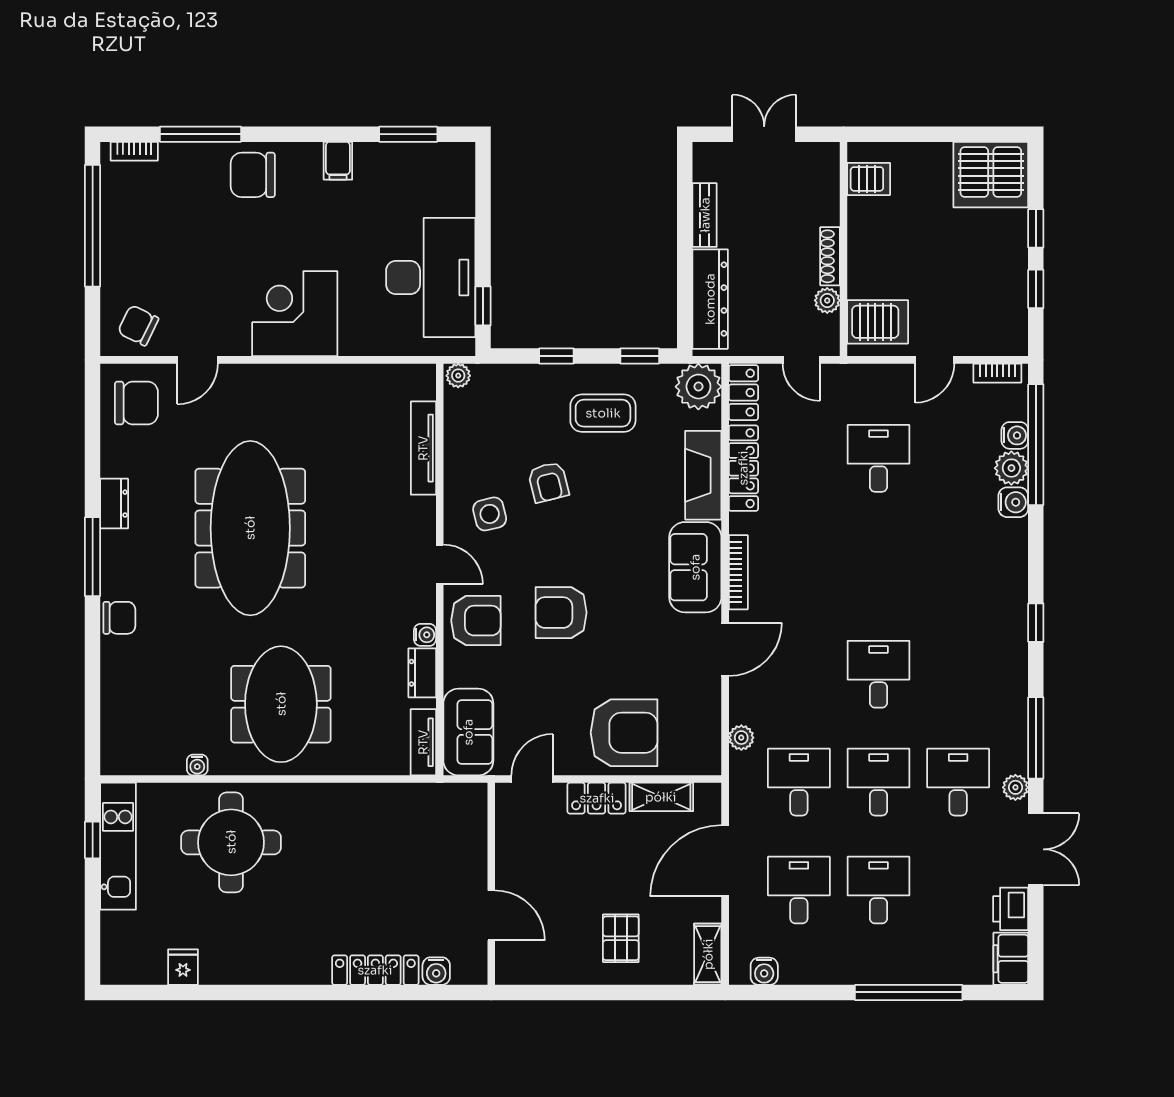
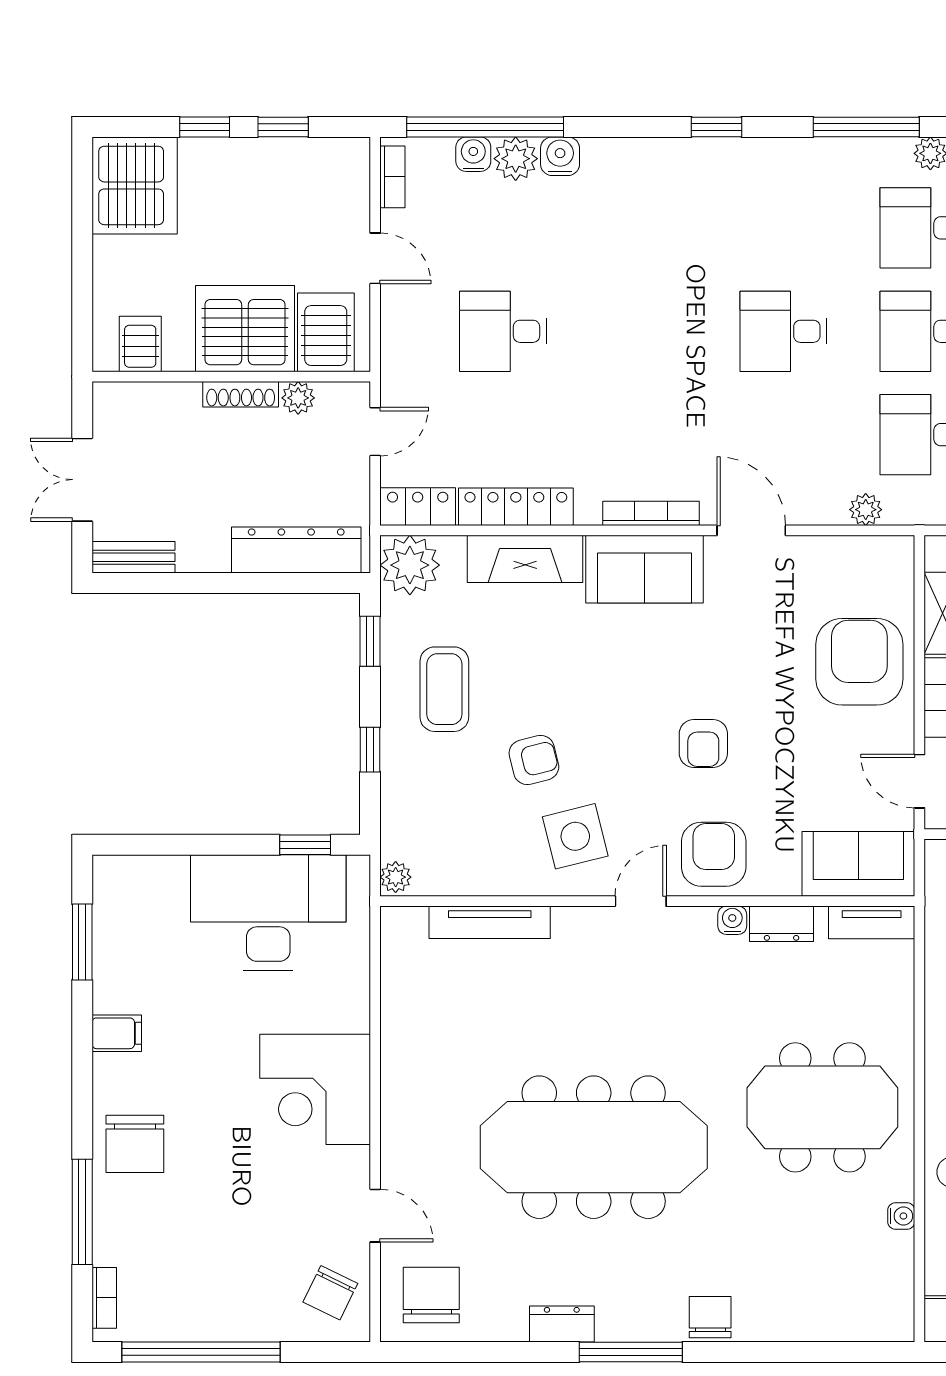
bench: (705, 215) -> (133, 557), moved
server rack: (880, 260) -> (245, 329), added
side table: (490, 514) -> (575, 836), width x1.37, depth x1.37
armchair: (561, 613) -> (703, 744), width x0.72, depth x0.72

